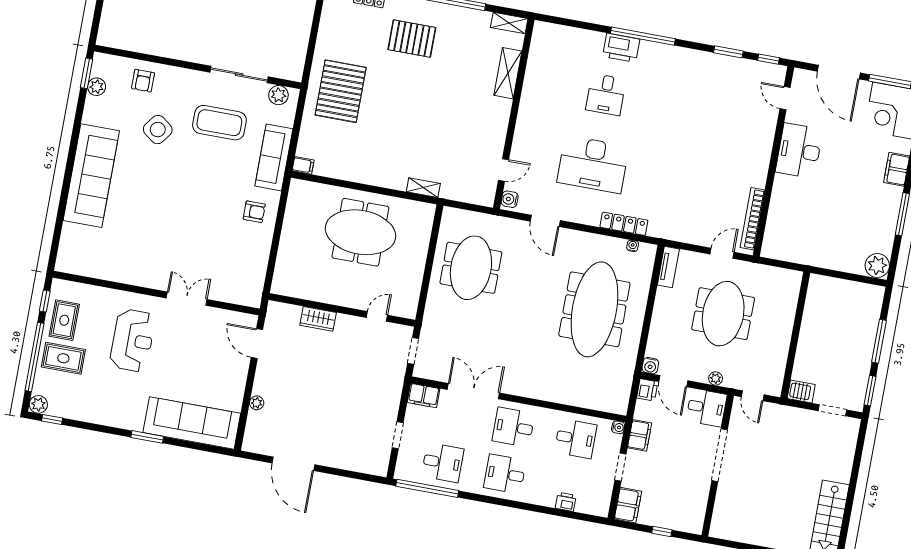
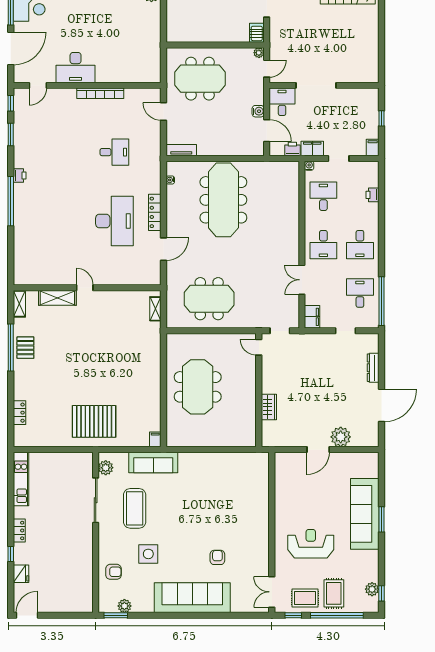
pallet: (412, 39) -> (25, 348), moved, width x0.67, depth x0.71
printer: (621, 48) -> (20, 176), moved, width x0.53, depth x0.68
desk: (606, 94) -> (114, 152), moved
side table: (158, 130) -> (148, 554), turned -37
door: (504, 170) -> (85, 288), moved
shelving: (423, 188) -> (155, 309), moved
water cooler: (510, 199) -> (152, 279), removed
armchair: (254, 212) -> (217, 557), moved
bookcase: (752, 219) -> (100, 93), moved
locker: (624, 224) -> (155, 212), moved
double door: (187, 299) -> (272, 592), moved
meeting table: (594, 309) -> (223, 200), turned 90
meeting table: (723, 314) -> (200, 79), moved
door: (377, 316) -> (259, 347), moved
door: (257, 344) -> (318, 450), moved
water cooler: (650, 366) -> (258, 111), moved
plant: (716, 378) -> (259, 53), moved
door: (673, 381) -> (267, 131), hinge flipped
printer: (647, 390) -> (292, 149), moved
double door: (473, 391) -> (302, 280), width x0.73
plant: (257, 403) -> (341, 437), width x1.88, depth x1.88
plant: (38, 404) -> (372, 589), moved
sofa: (192, 423) -> (365, 514), moved
dresser: (344, 462) -> (373, 368), added
filing cabinet: (628, 505) -> (373, 148), width x0.50

